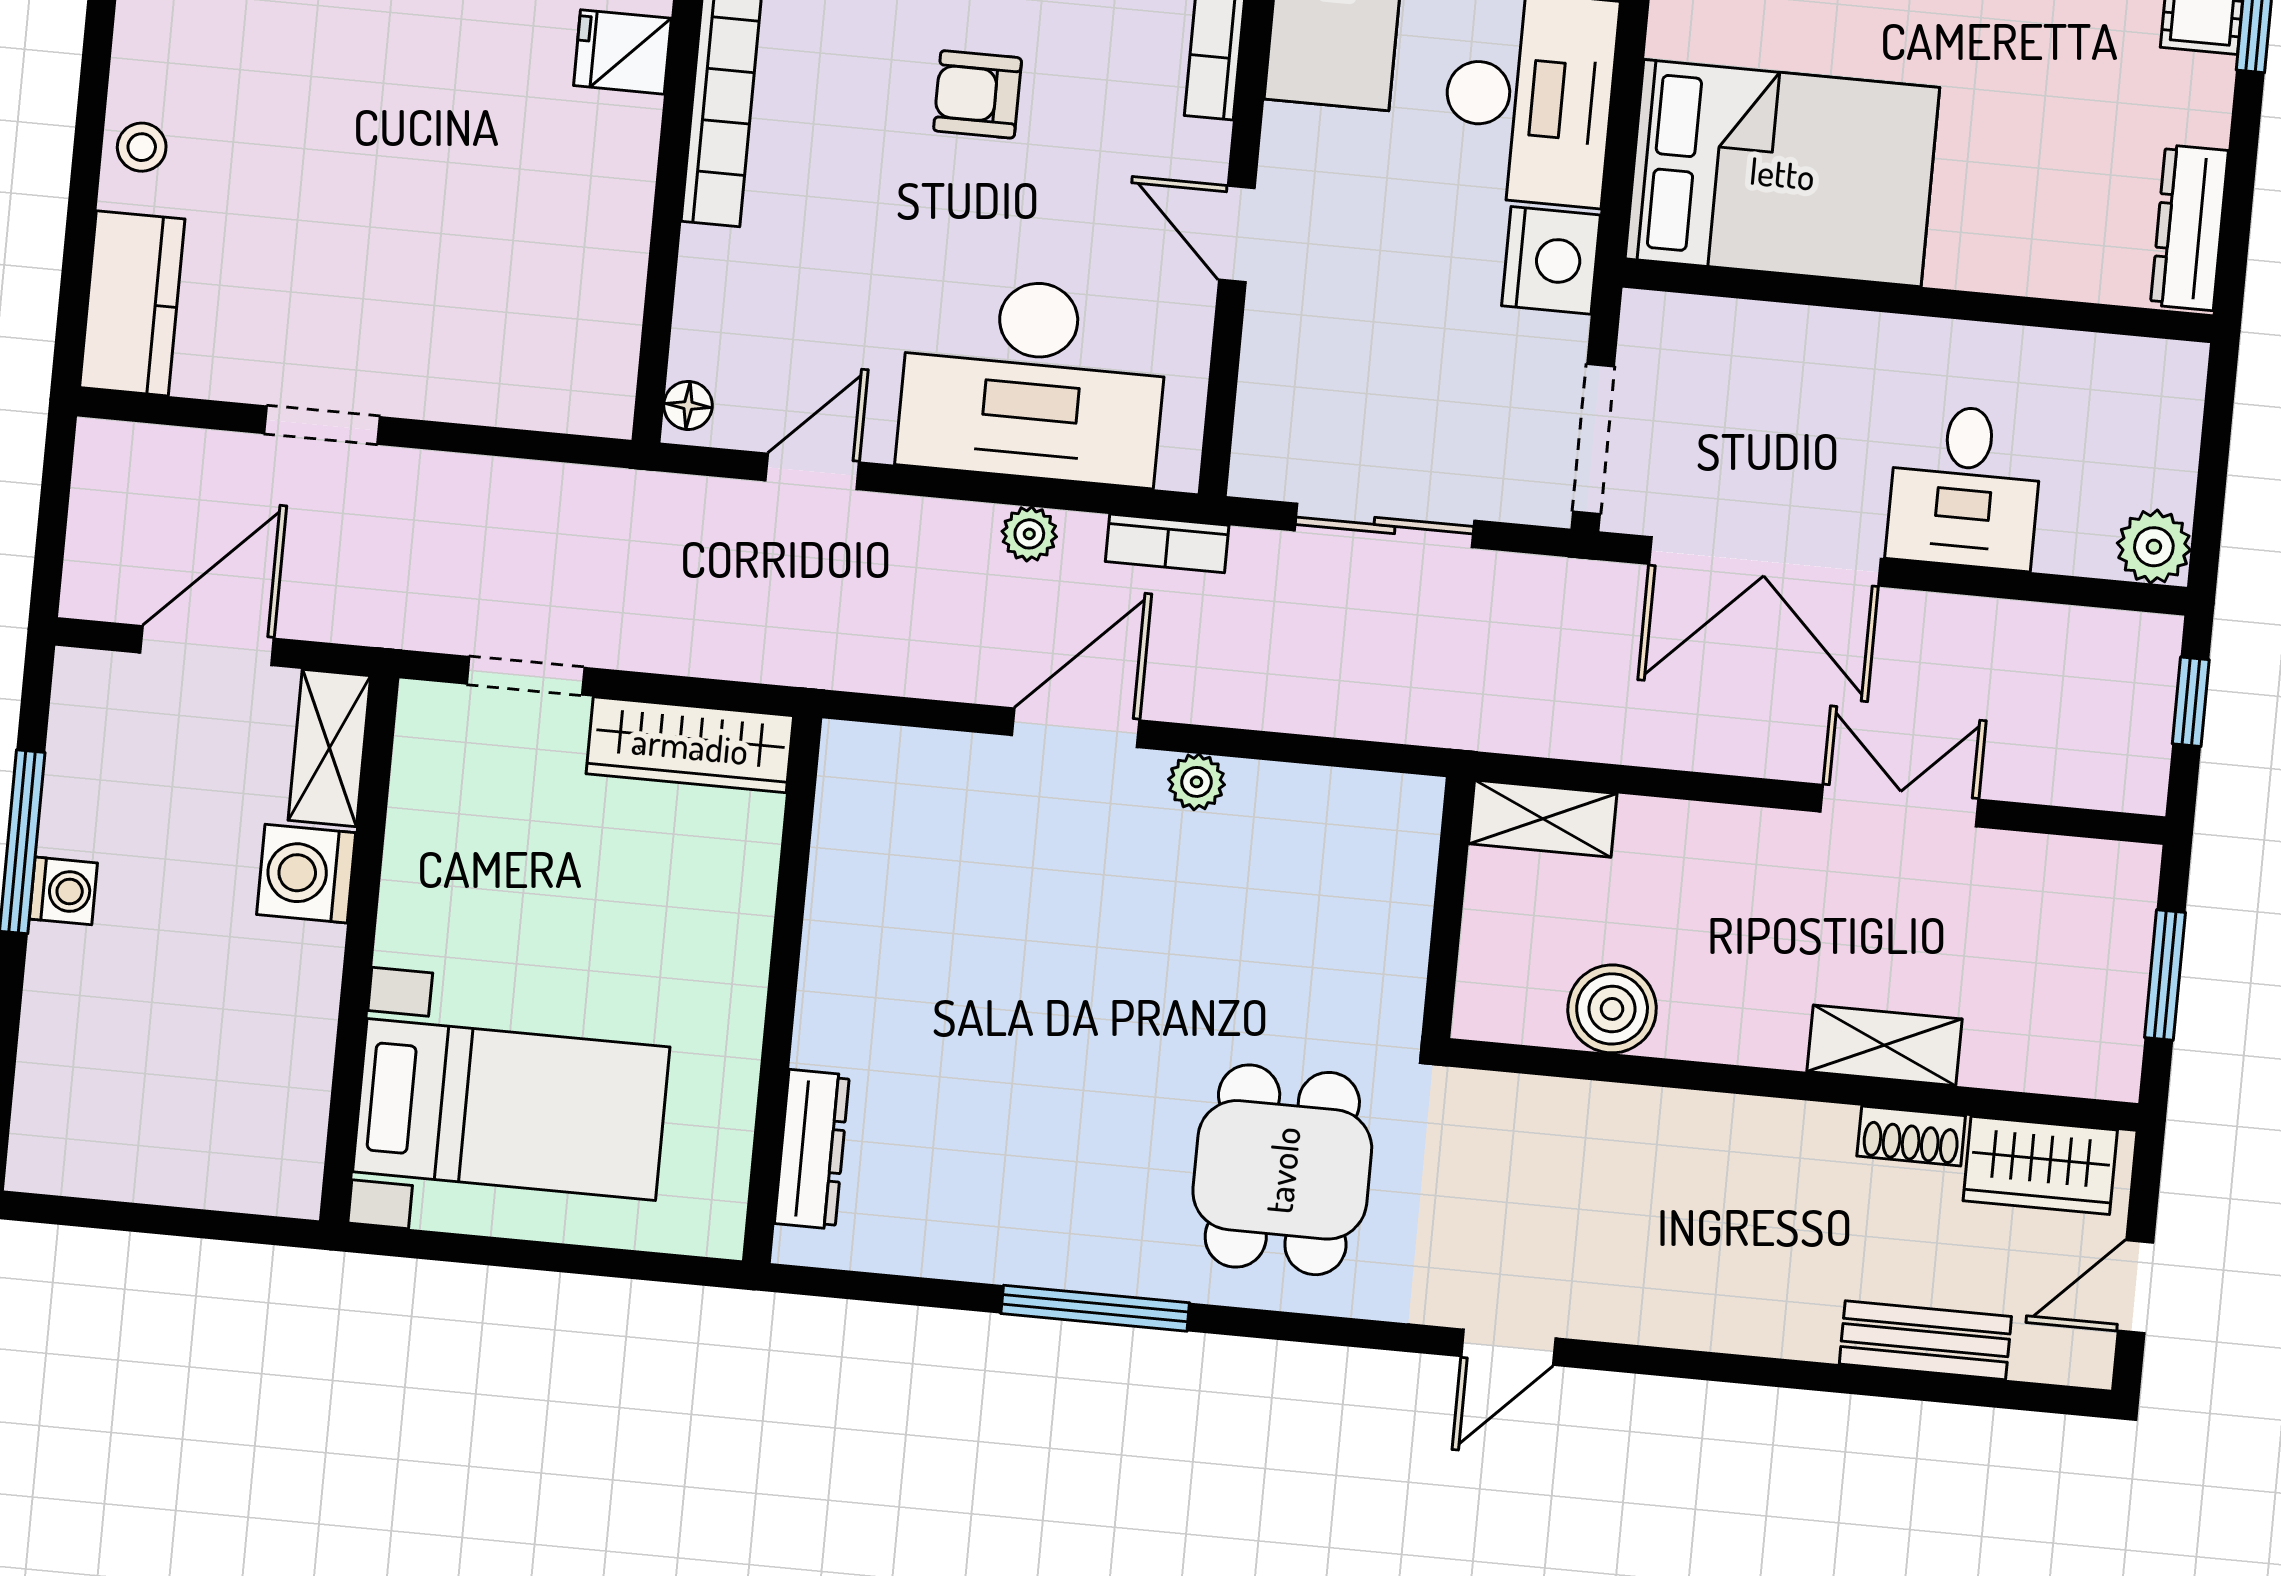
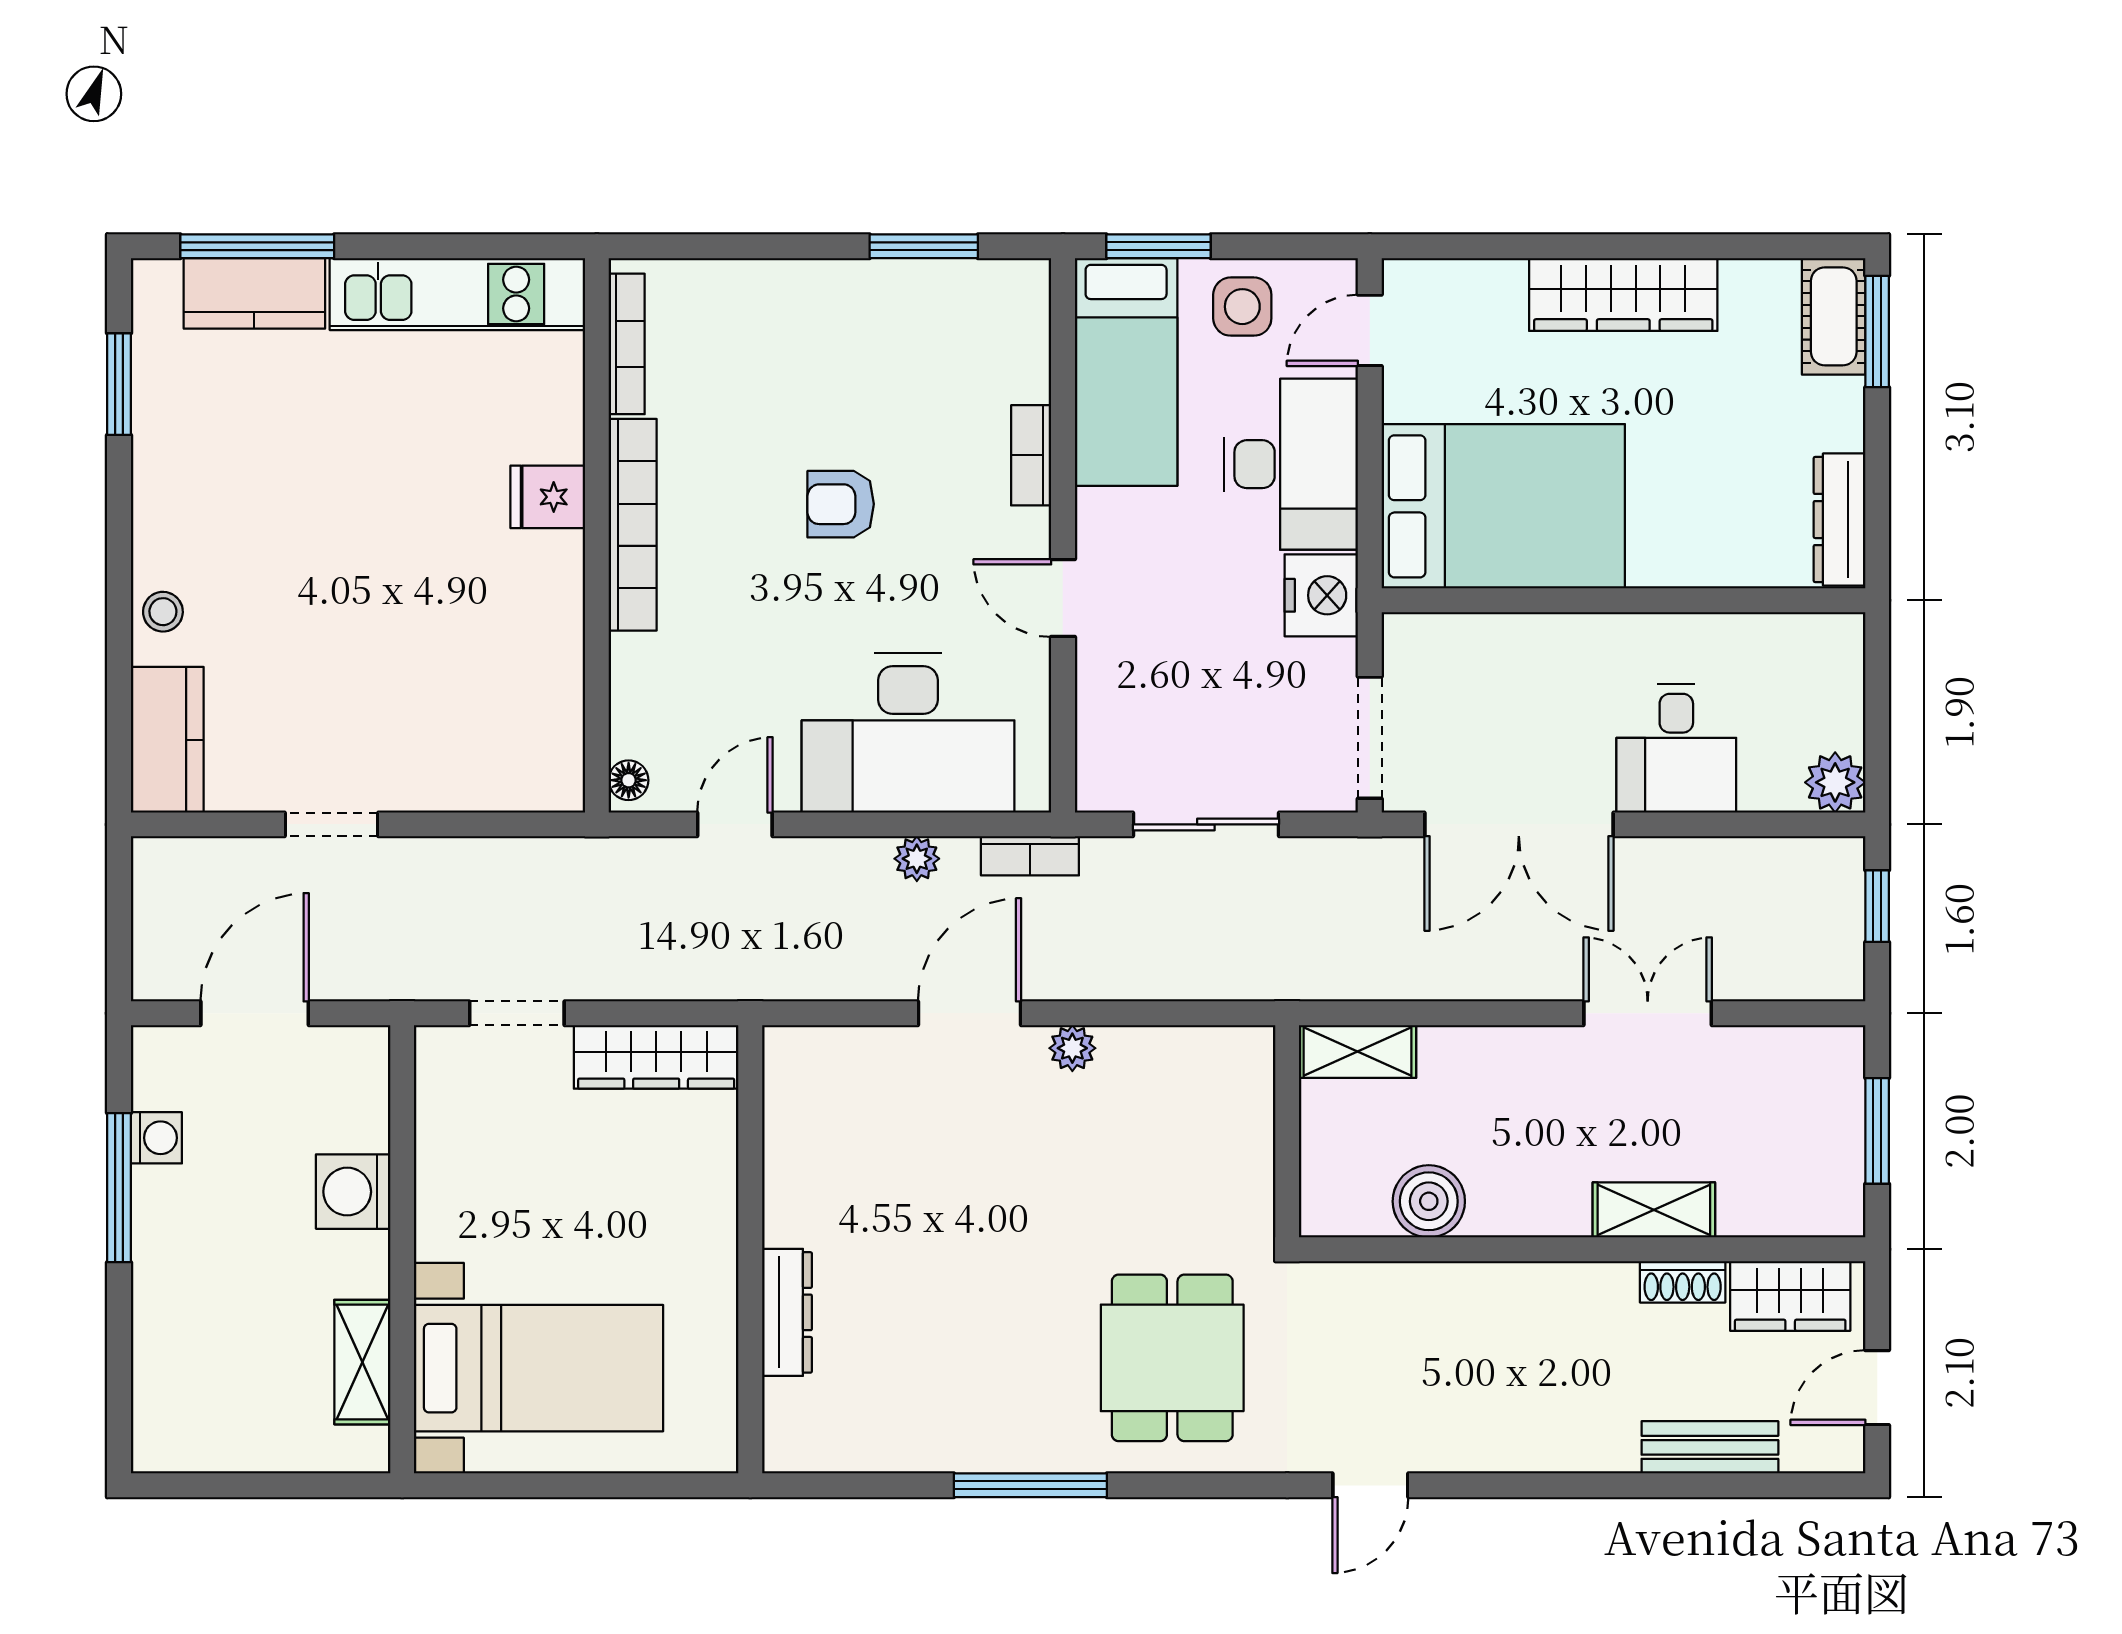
shelving: (329, 748) -> (362, 1362), moved
washing machine: (63, 891) -> (156, 1138), moved
dresser: (812, 1149) -> (787, 1312), moved

